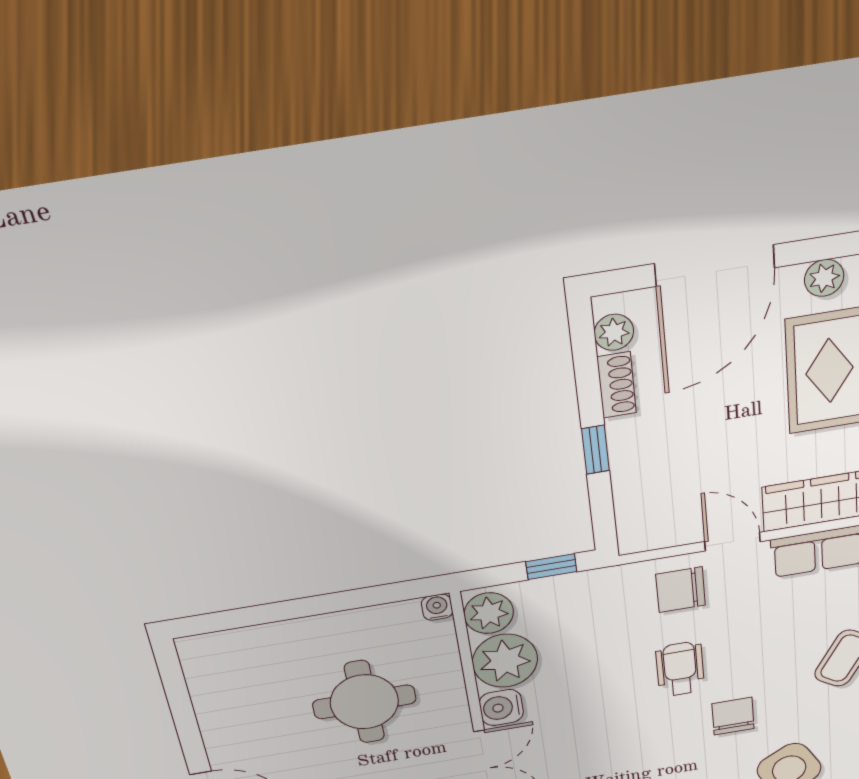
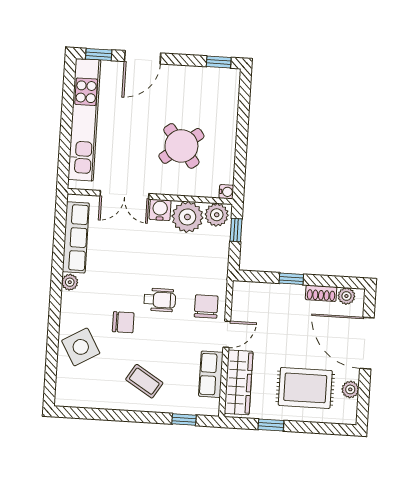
window: (551, 567) -> (236, 230), moved
window: (173, 679) -> (219, 62), added
round table: (364, 702) -> (181, 146), turned -38

